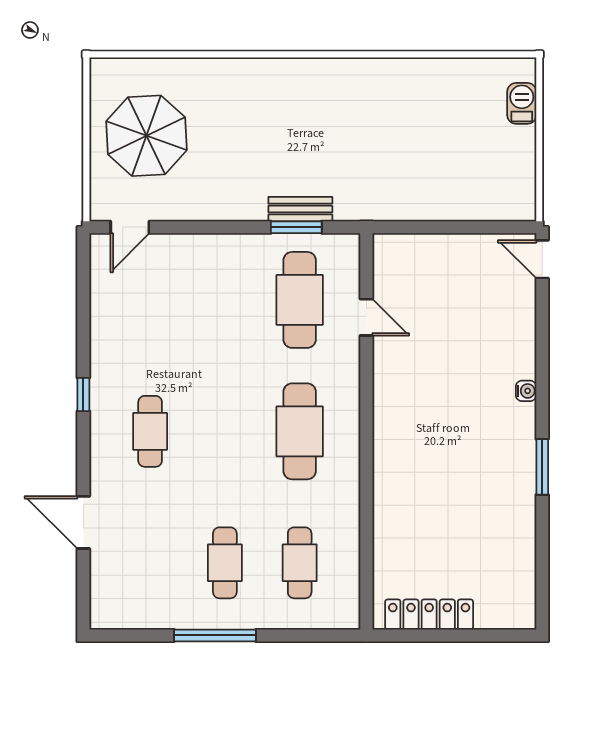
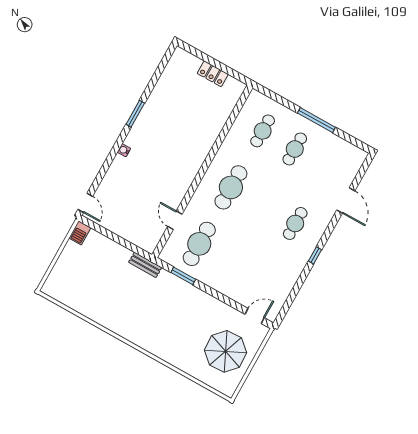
barbecue: (522, 103) -> (80, 233), moved
bench: (300, 209) -> (145, 265), moved
locker: (429, 614) -> (213, 74), width x0.66

